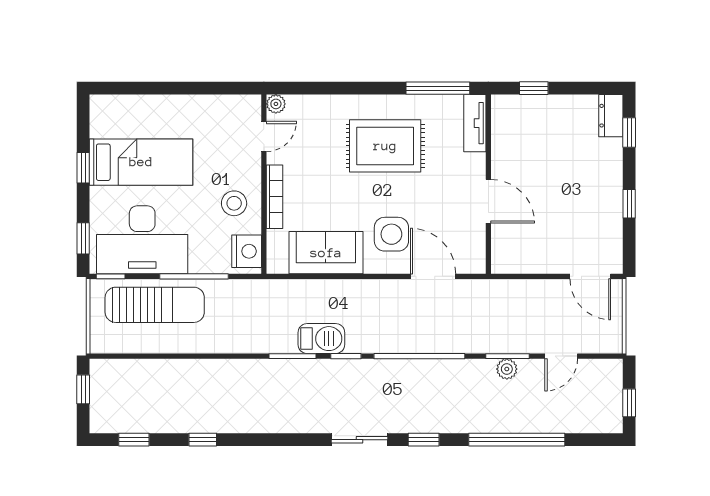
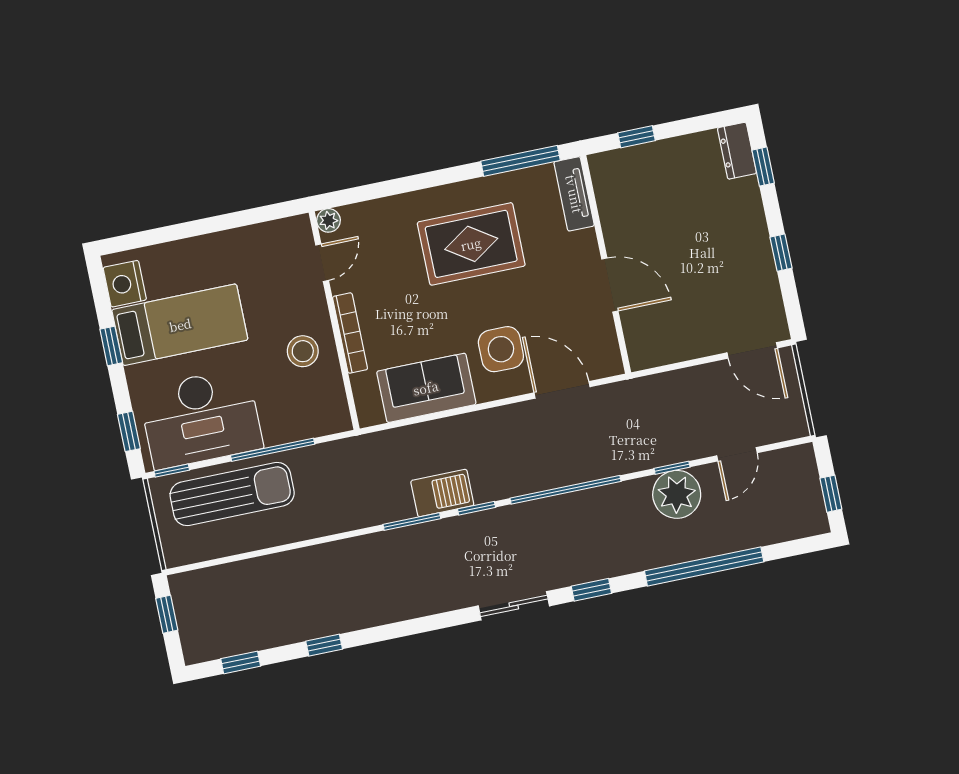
nightstand: (247, 251) -> (125, 284), moved, turned 180
window: (507, 356) -> (672, 468), width x0.67
plant: (507, 369) -> (677, 494), width x1.87, depth x1.87

